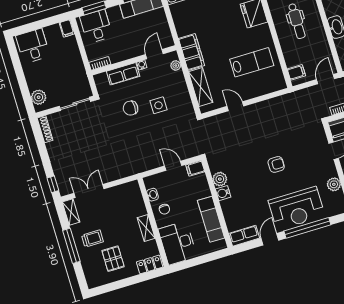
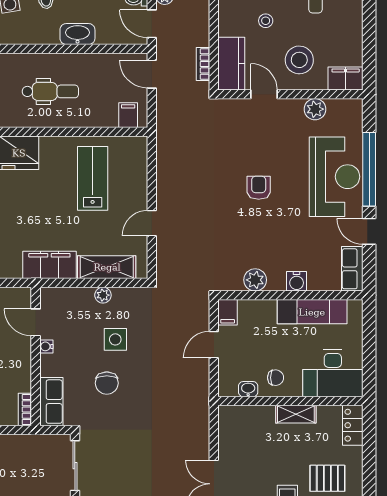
plant: (176, 66) -> (103, 295), moved
row of seats: (123, 74) -> (51, 402), moved
water cooler: (223, 193) -> (297, 281), moved

